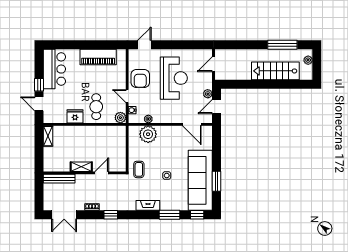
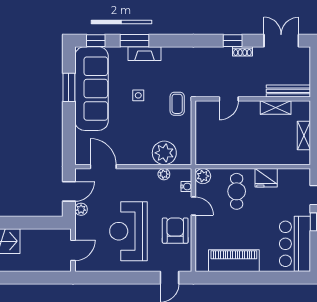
shelving: (48, 136) -> (304, 135), moved
shelving: (81, 167) -> (276, 108), moved
fireplace: (148, 205) -> (144, 54), moved
window: (111, 215) -> (233, 41), moved

